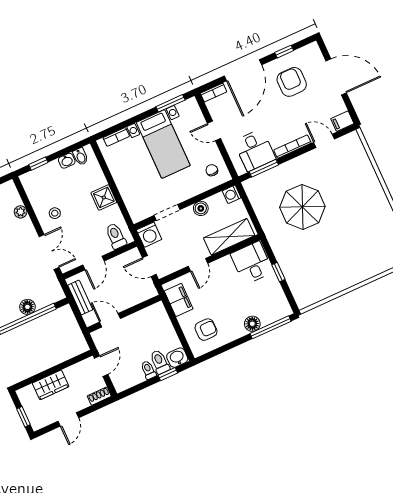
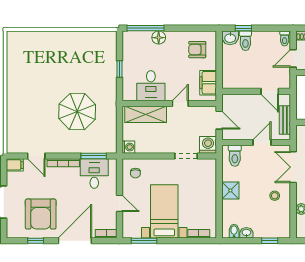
armchair: (292, 82) -> (41, 214), width x1.36, depth x1.36
boiler: (201, 208) -> (158, 147), removed
desk: (252, 263) -> (151, 86), moved
toilet: (148, 370) -> (285, 38), moved

